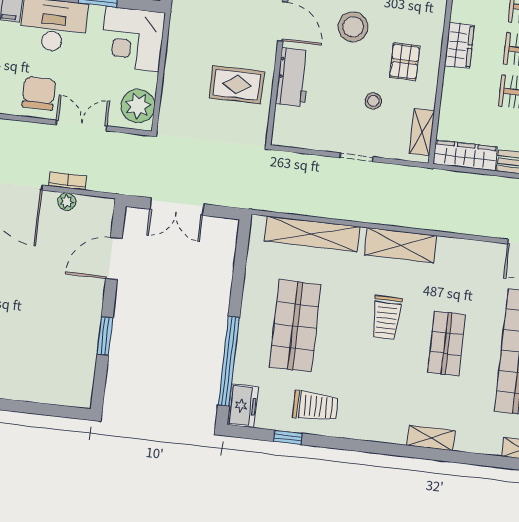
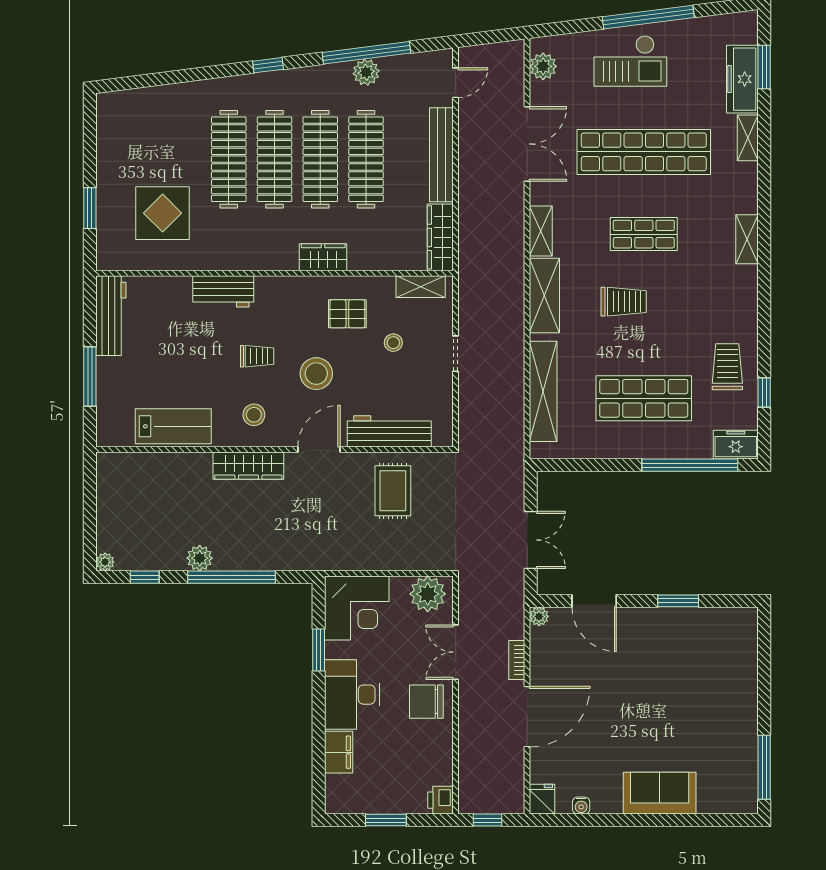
workbench: (293, 77) -> (389, 431), width x1.37
plant: (67, 202) -> (539, 616), moved
shelving: (460, 249) -> (541, 231), added

